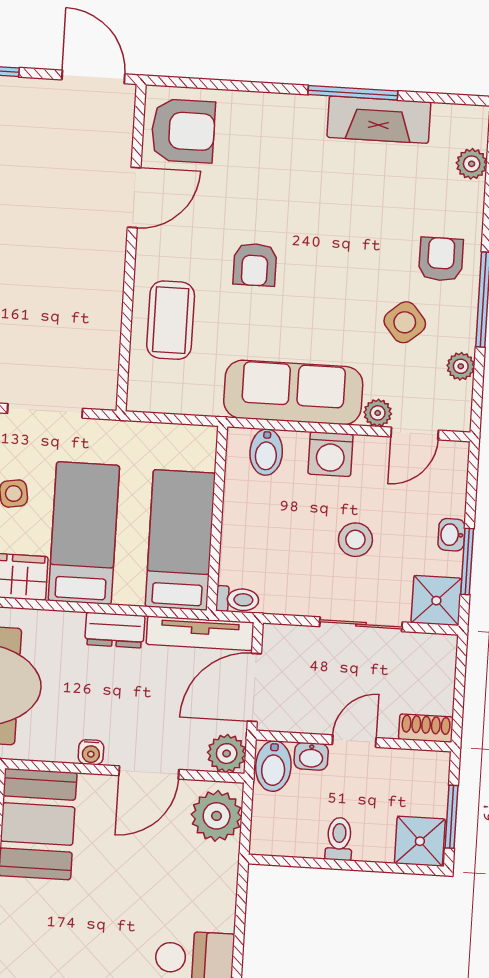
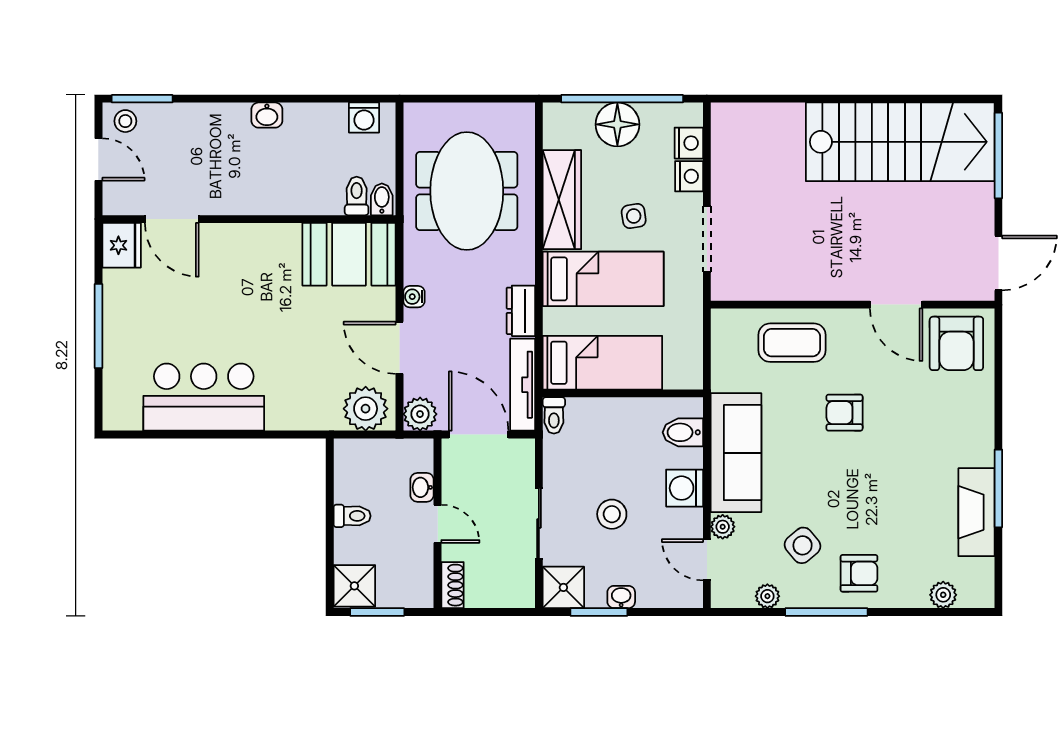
bidet: (273, 766) -> (412, 455), removed

